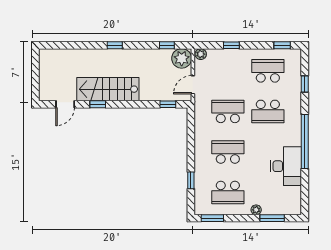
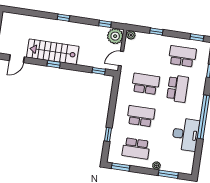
window: (98, 104) -> (54, 64), moved
school desk: (268, 111) -> (178, 89), turned -90

